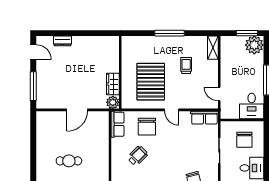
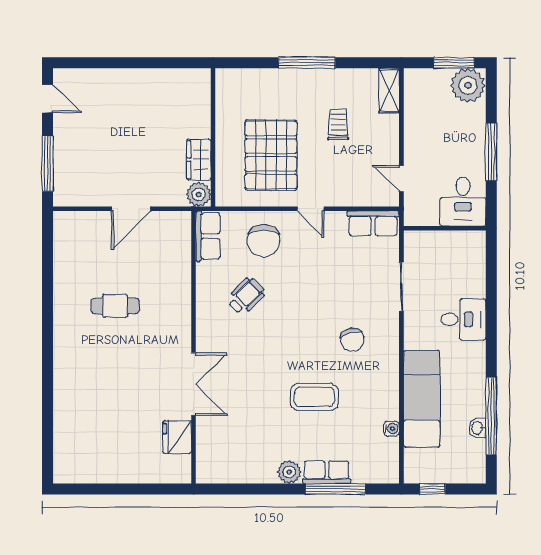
dresser: (62, 41) -> (103, 78), removed
chair: (244, 140) -> (449, 266), removed

